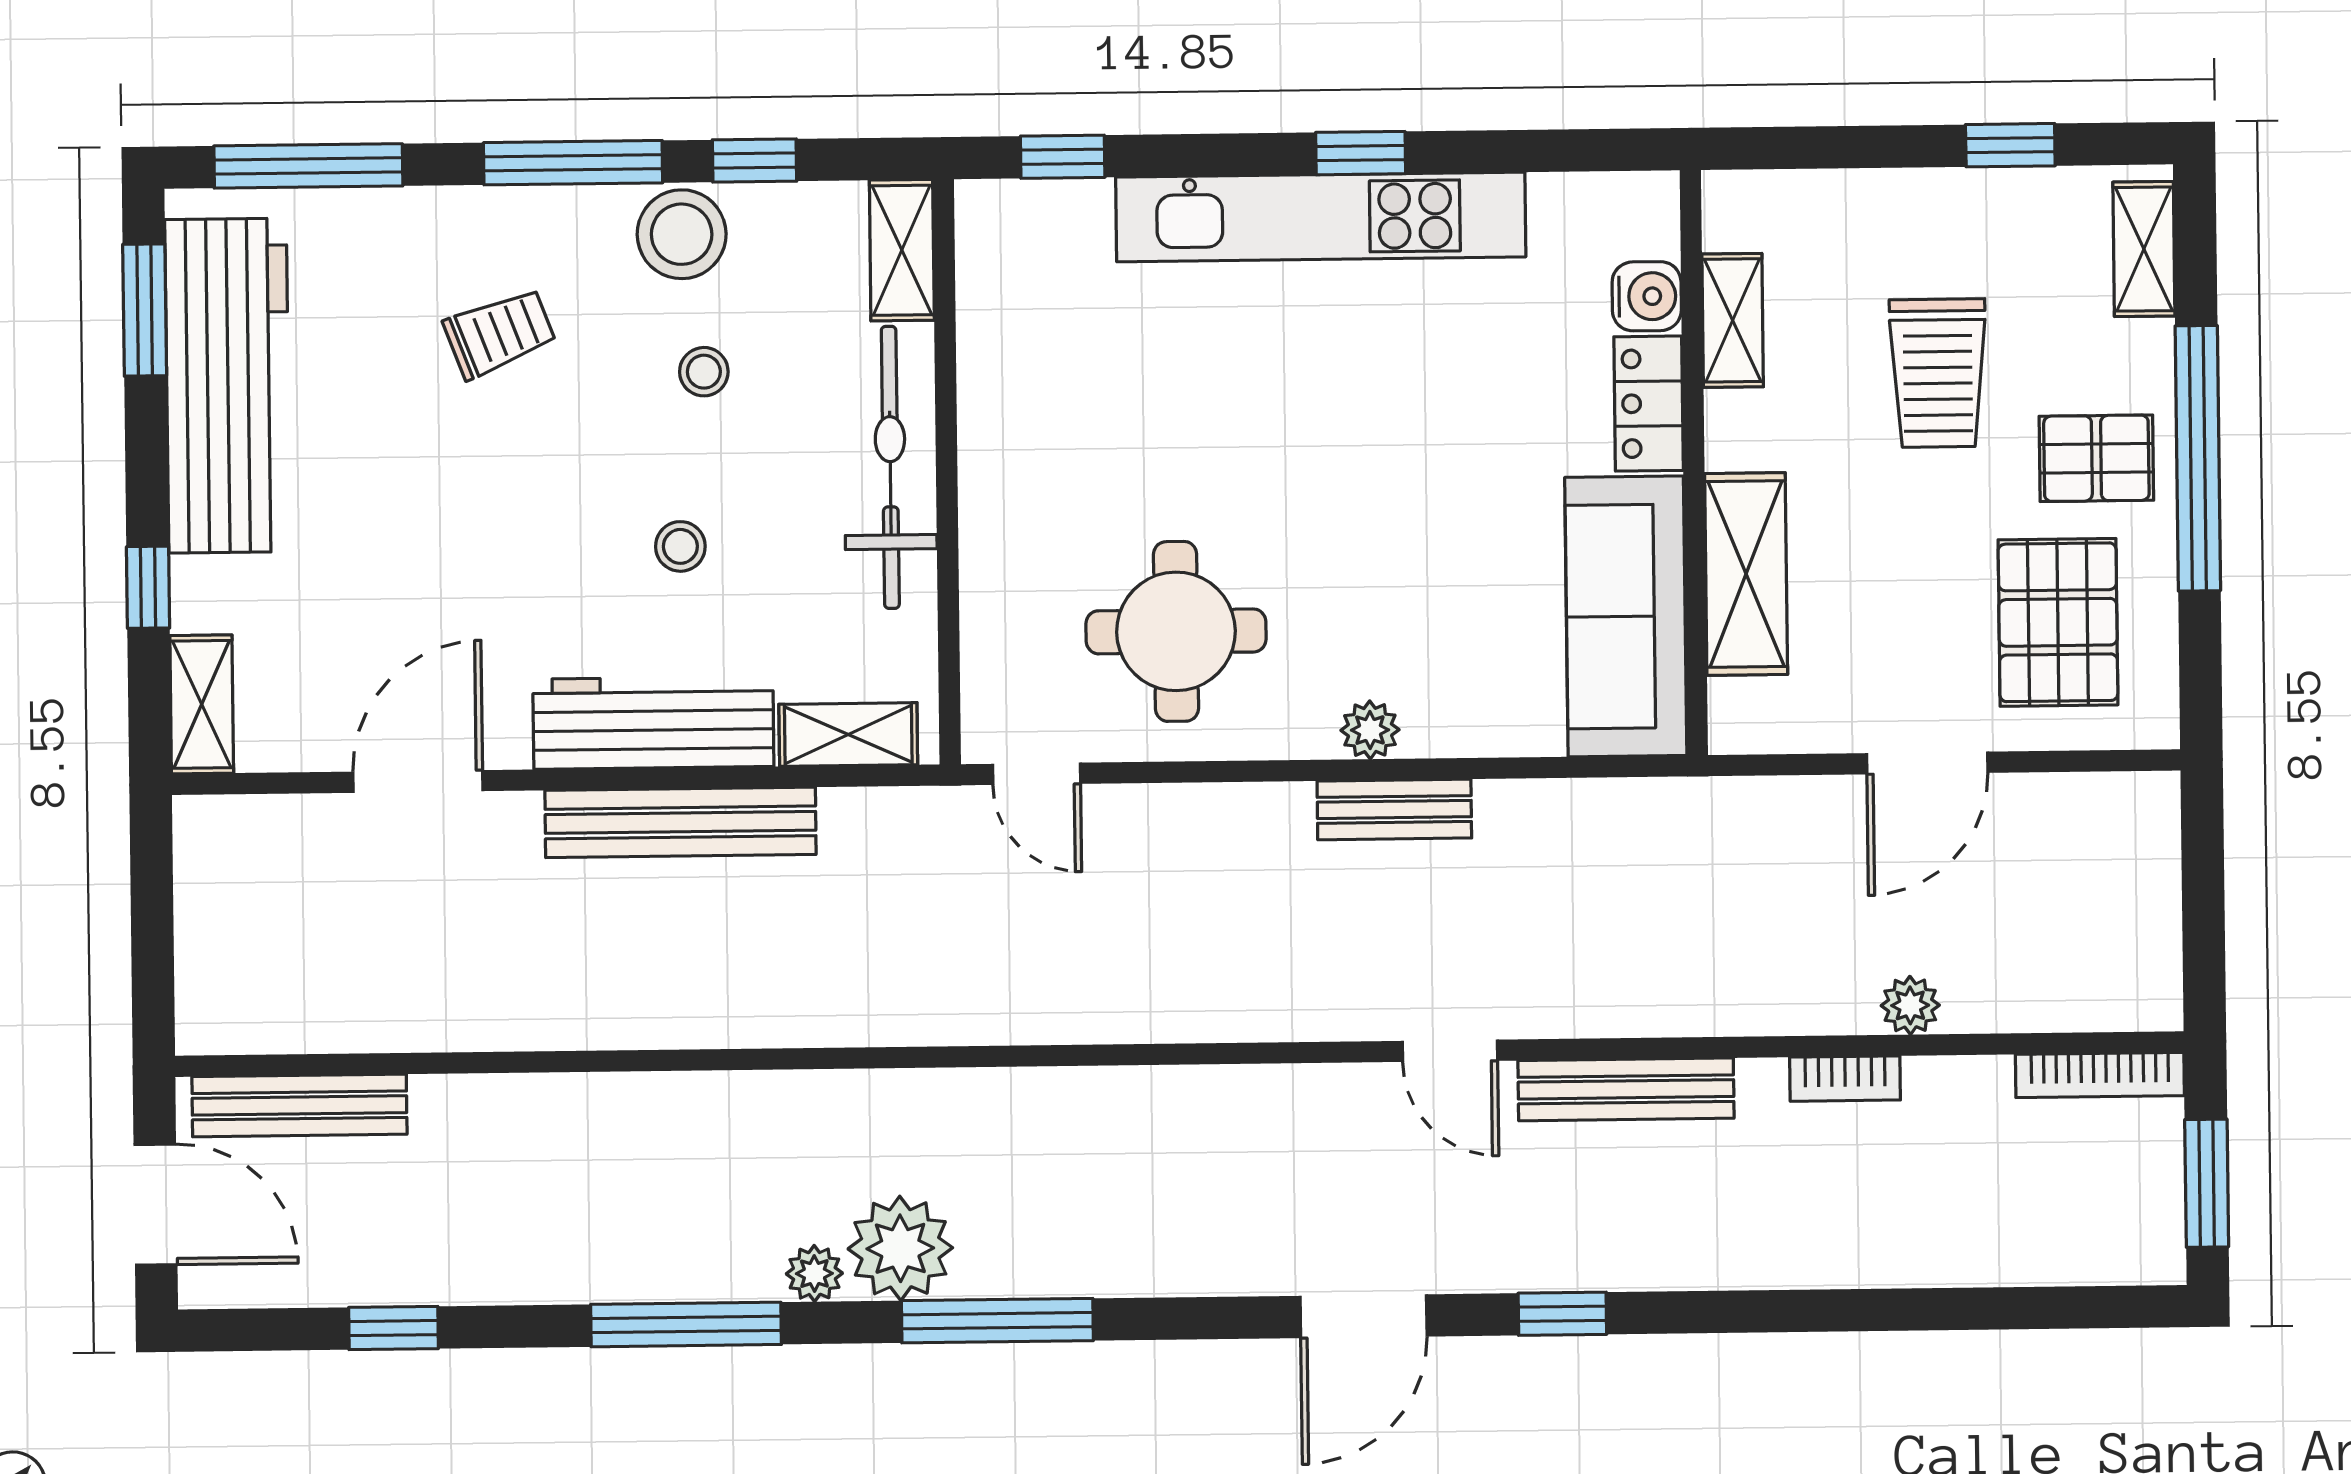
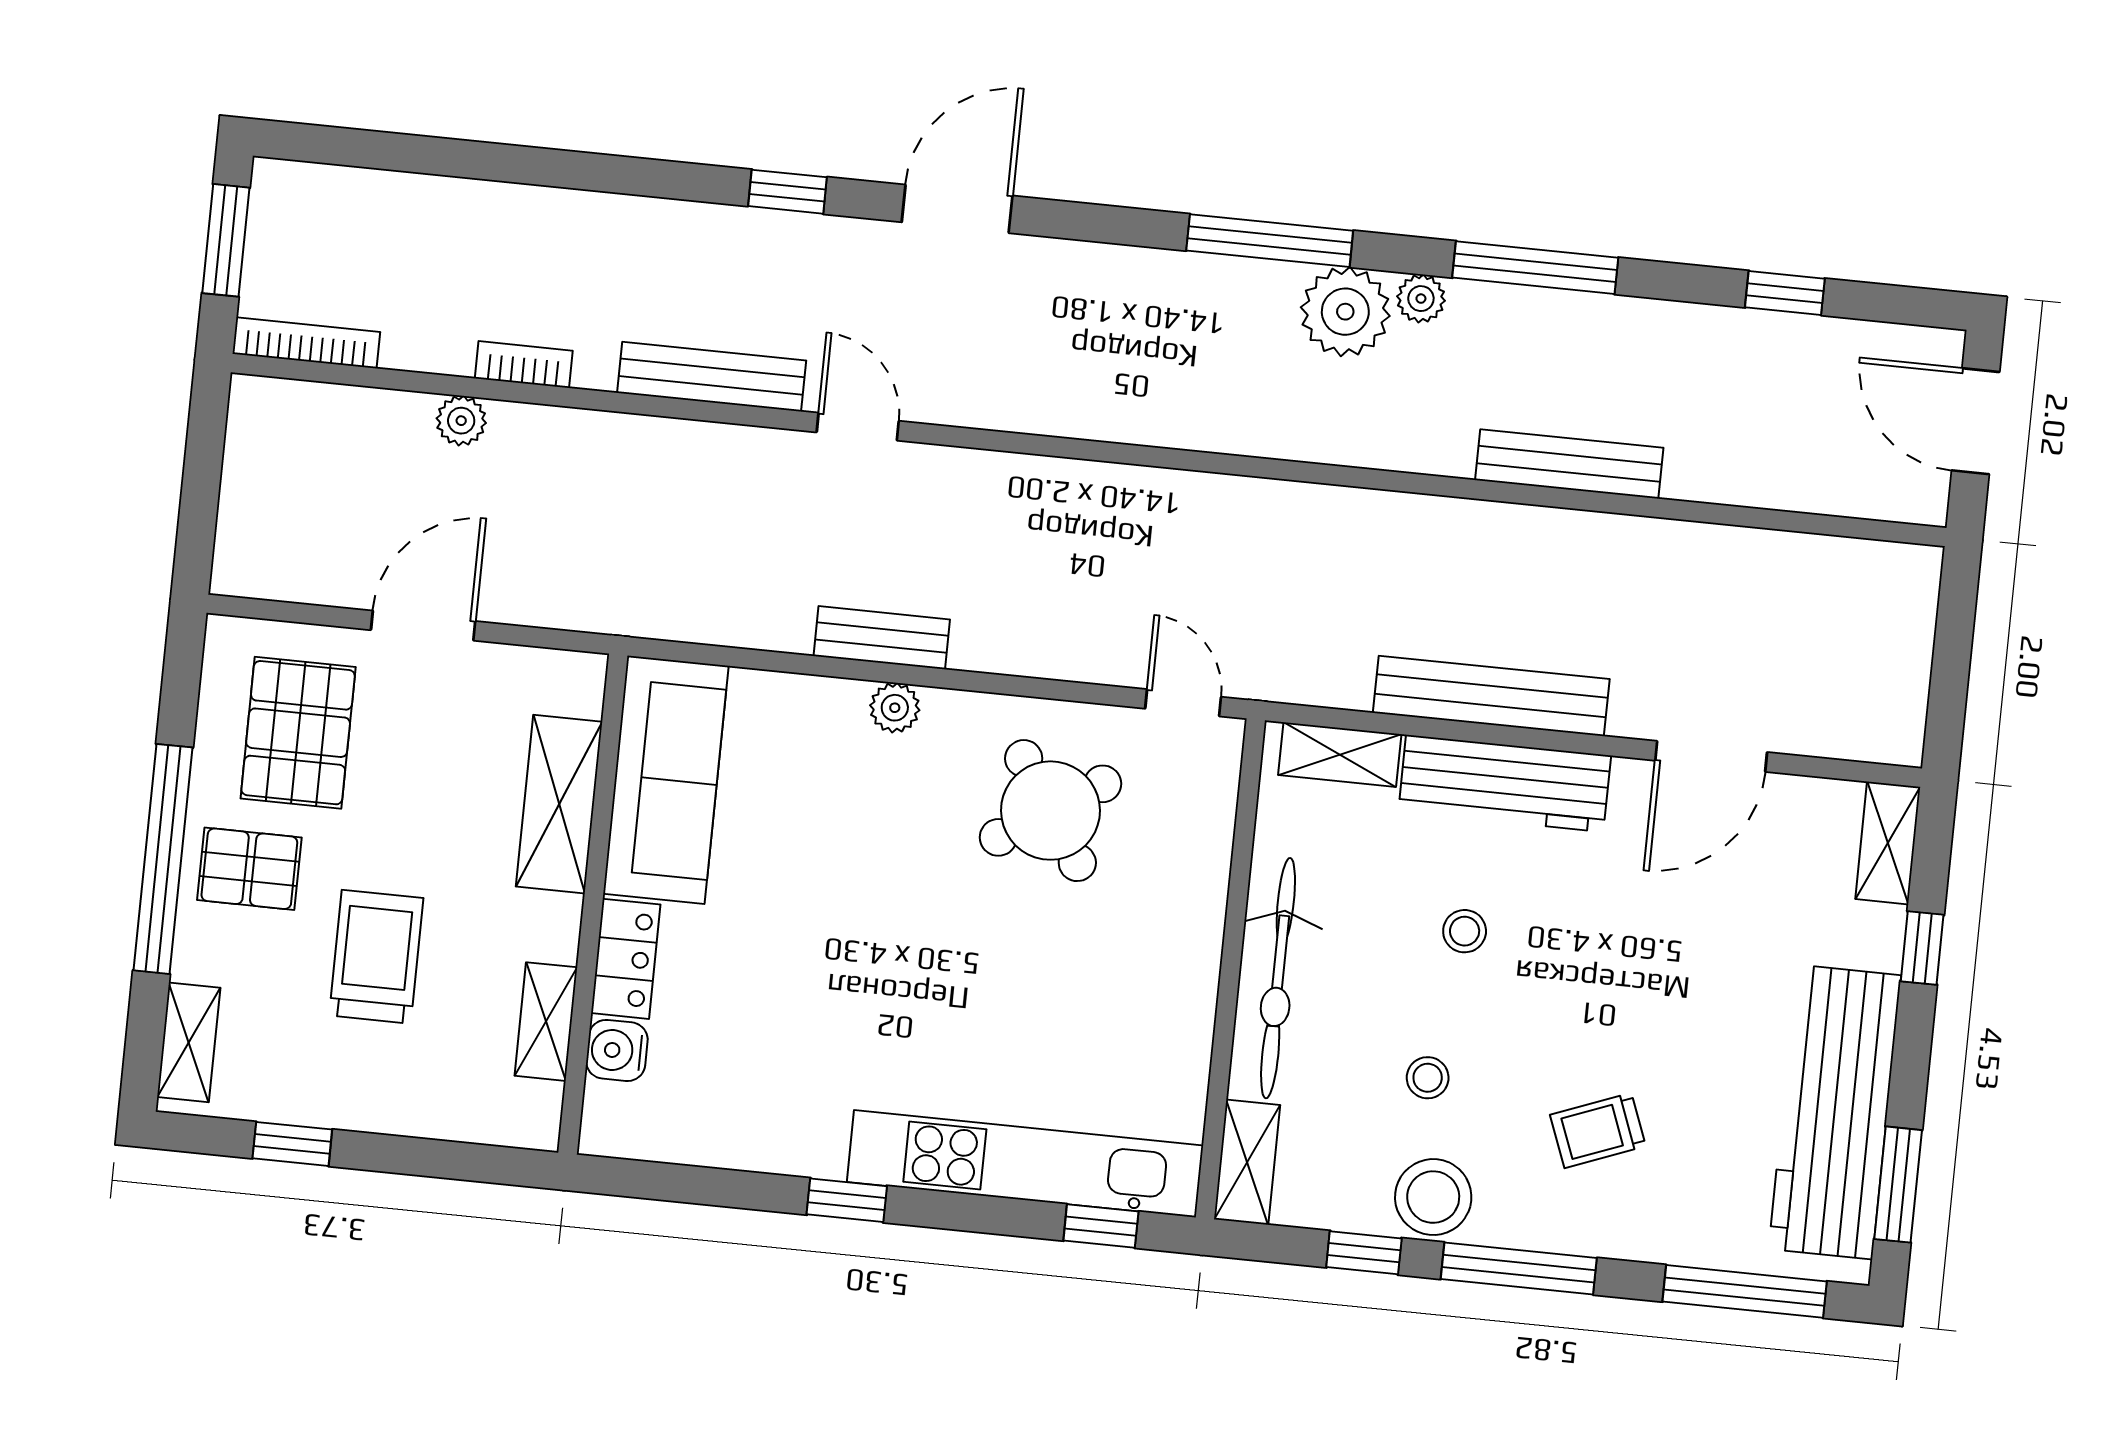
kitchen unit: (1321, 217) -> (1025, 1164), moved
round table: (1176, 631) -> (1050, 811), turned -33
bench: (299, 1105) -> (1569, 464), moved

